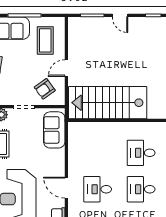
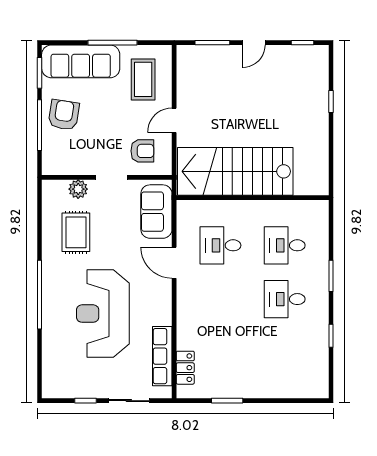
door: (120, 15) -> (254, 43), hinge flipped
armchair: (45, 89) -> (142, 151), turned -144
door: (66, 188) -> (174, 263), moved
desk: (98, 189) -> (220, 245), moved

